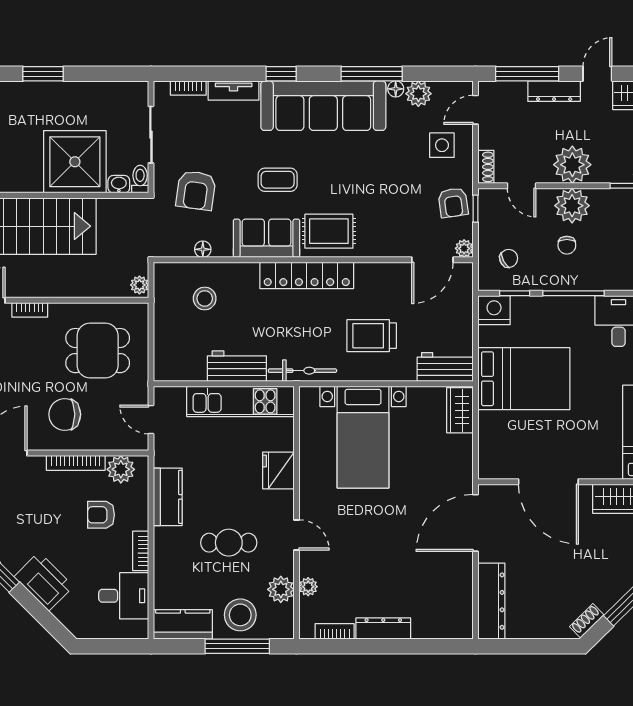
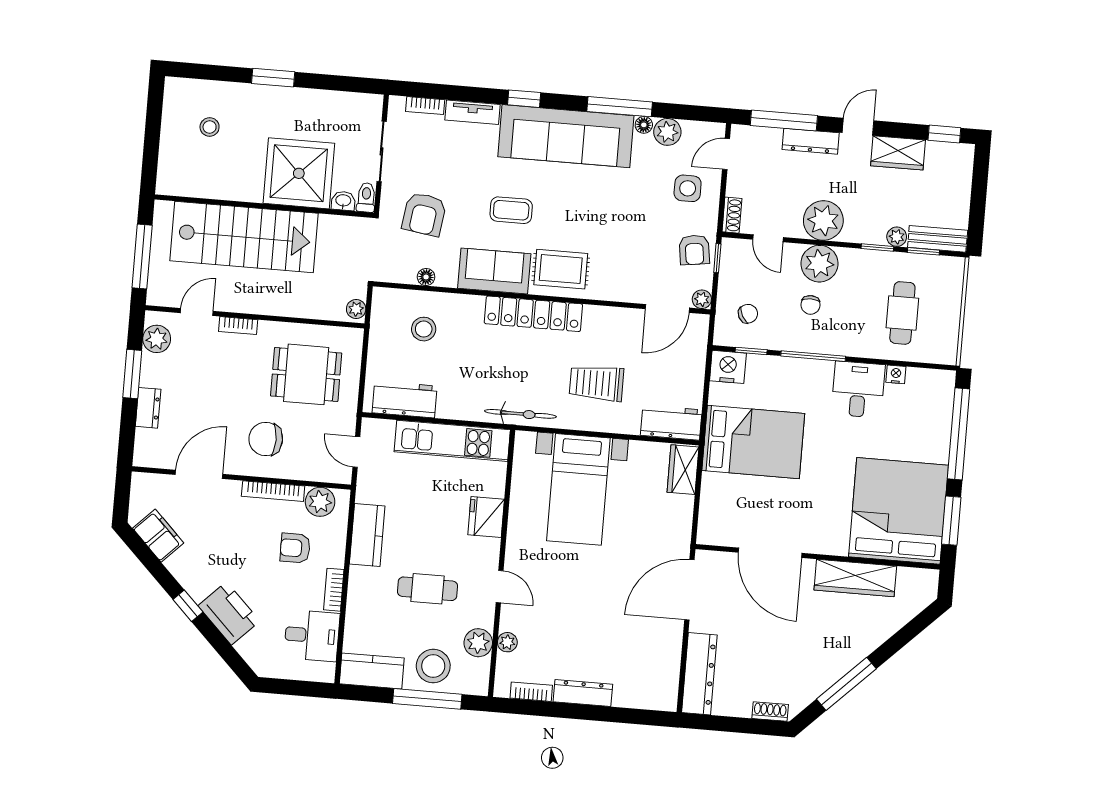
workbench: (237, 366) -> (405, 399), moved
shoe rack: (587, 621) -> (770, 712), moved, turned 45

